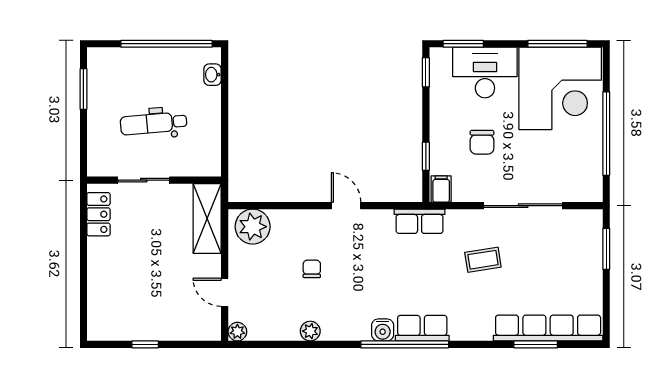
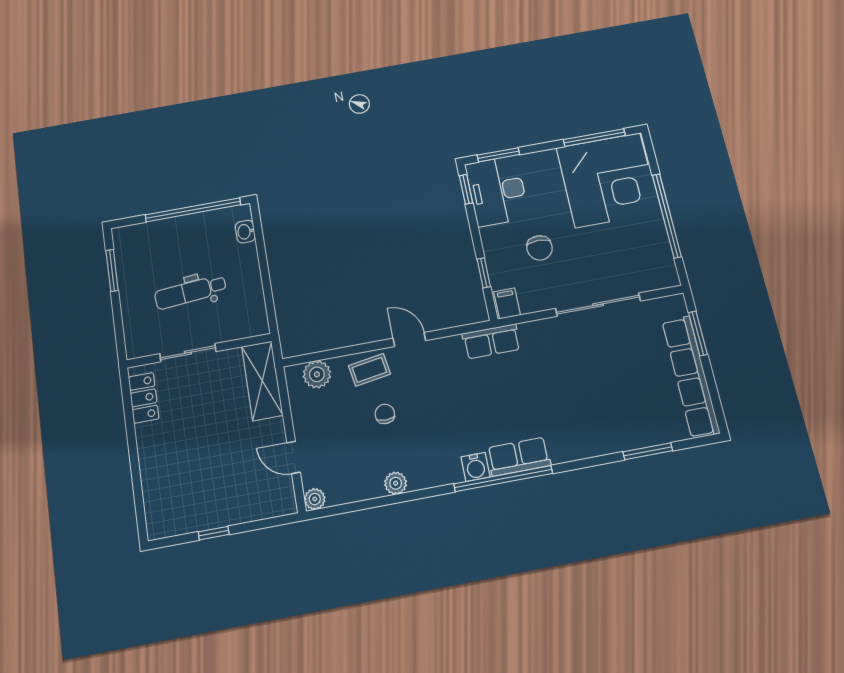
desk: (485, 73) -> (497, 191), moved, turned -90
plant: (253, 227) -> (317, 374), width x0.73, depth x0.73
coffee table: (483, 260) -> (369, 370), moved
row of seats: (548, 328) -> (691, 377), moved, turned -90

